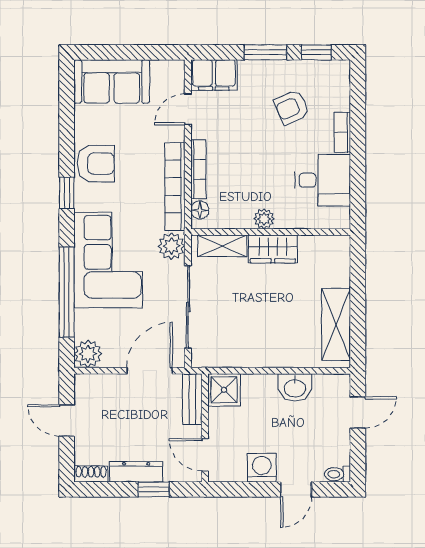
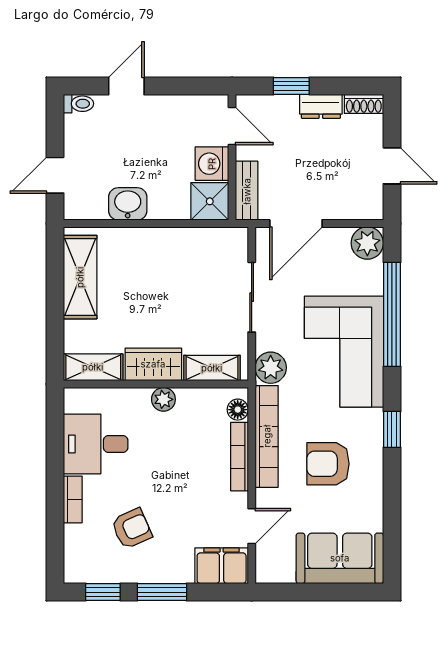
armchair: (96, 164) -> (328, 464), moved
shelving: (325, 246) -> (93, 367), added
sliding door: (188, 307) -> (252, 297), width x0.73
washing machine: (262, 468) -> (212, 164), moved, turned 90
dresser: (136, 472) -> (321, 106), width x0.70

